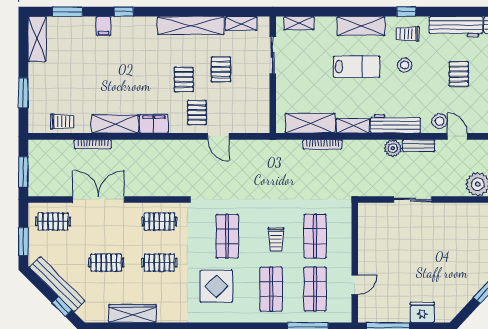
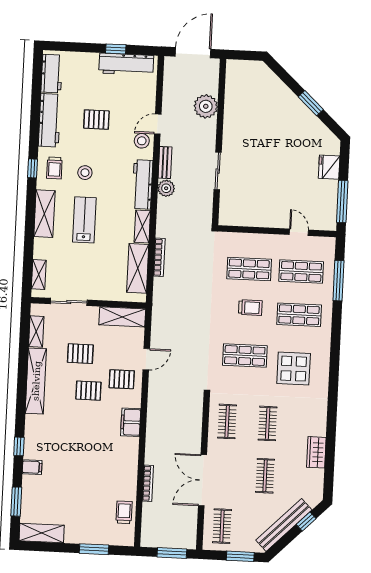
shelving: (115, 124) -> (122, 317), moved, turned 90
wardrobe: (132, 313) -> (316, 452), width x0.67

